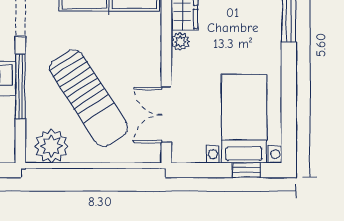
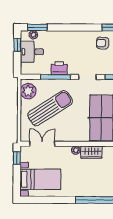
sun lounger: (89, 98) -> (50, 108), turned 180
window: (246, 170) -> (17, 158), moved

